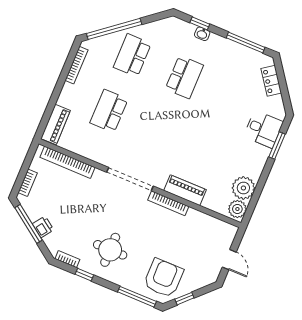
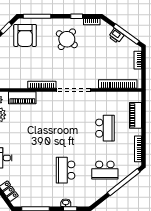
school desk: (132, 55) -> (105, 170), turned 90
piano: (56, 124) -> (136, 115), moved
piano: (185, 190) -> (22, 98), moved
round table: (110, 250) -> (67, 39), turned 37

